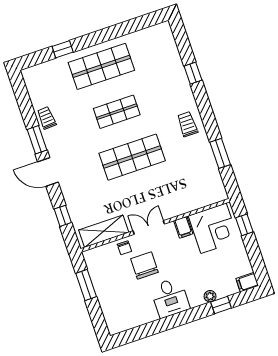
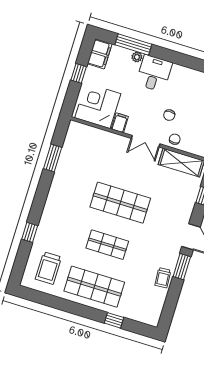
trolley: (187, 124) -> (48, 268), moved, width x1.36, depth x1.39
window: (244, 225) -> (79, 73), moved
chair: (144, 266) -> (169, 115), width x0.54, depth x0.54
filing cabinet: (247, 282) -> (100, 54), width x2.00
desk: (170, 298) -> (154, 73), moved
window: (221, 305) -> (133, 44), width x2.17

